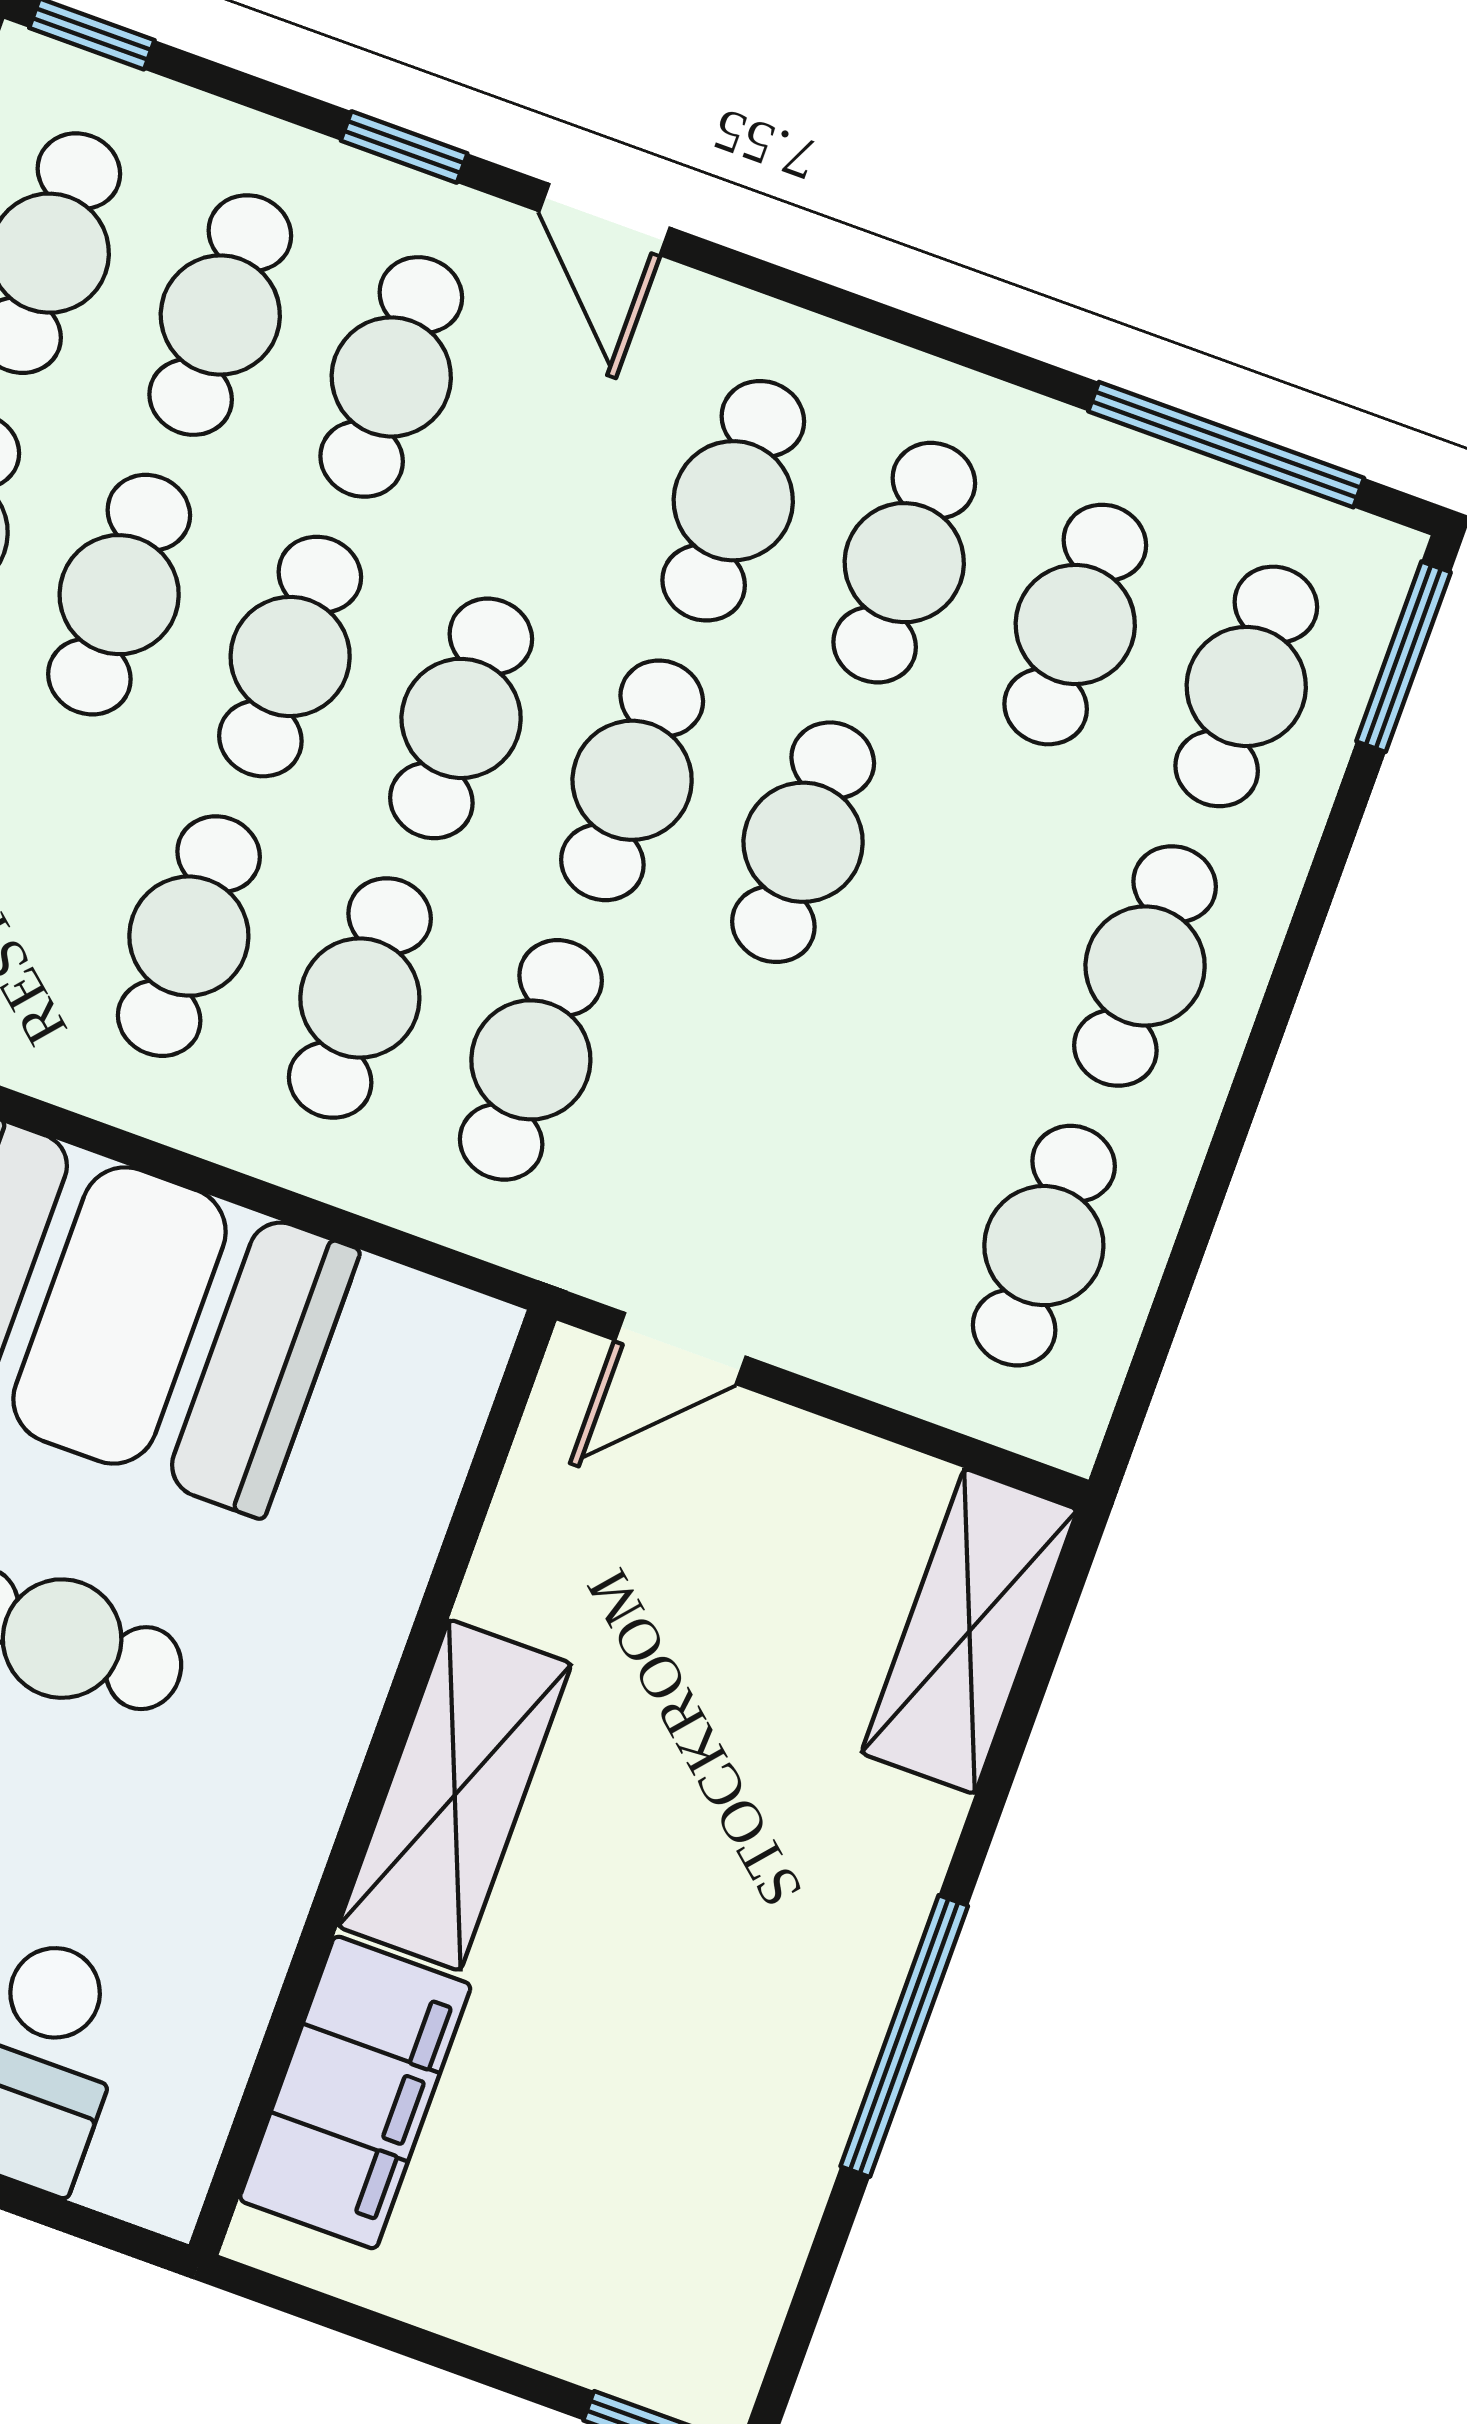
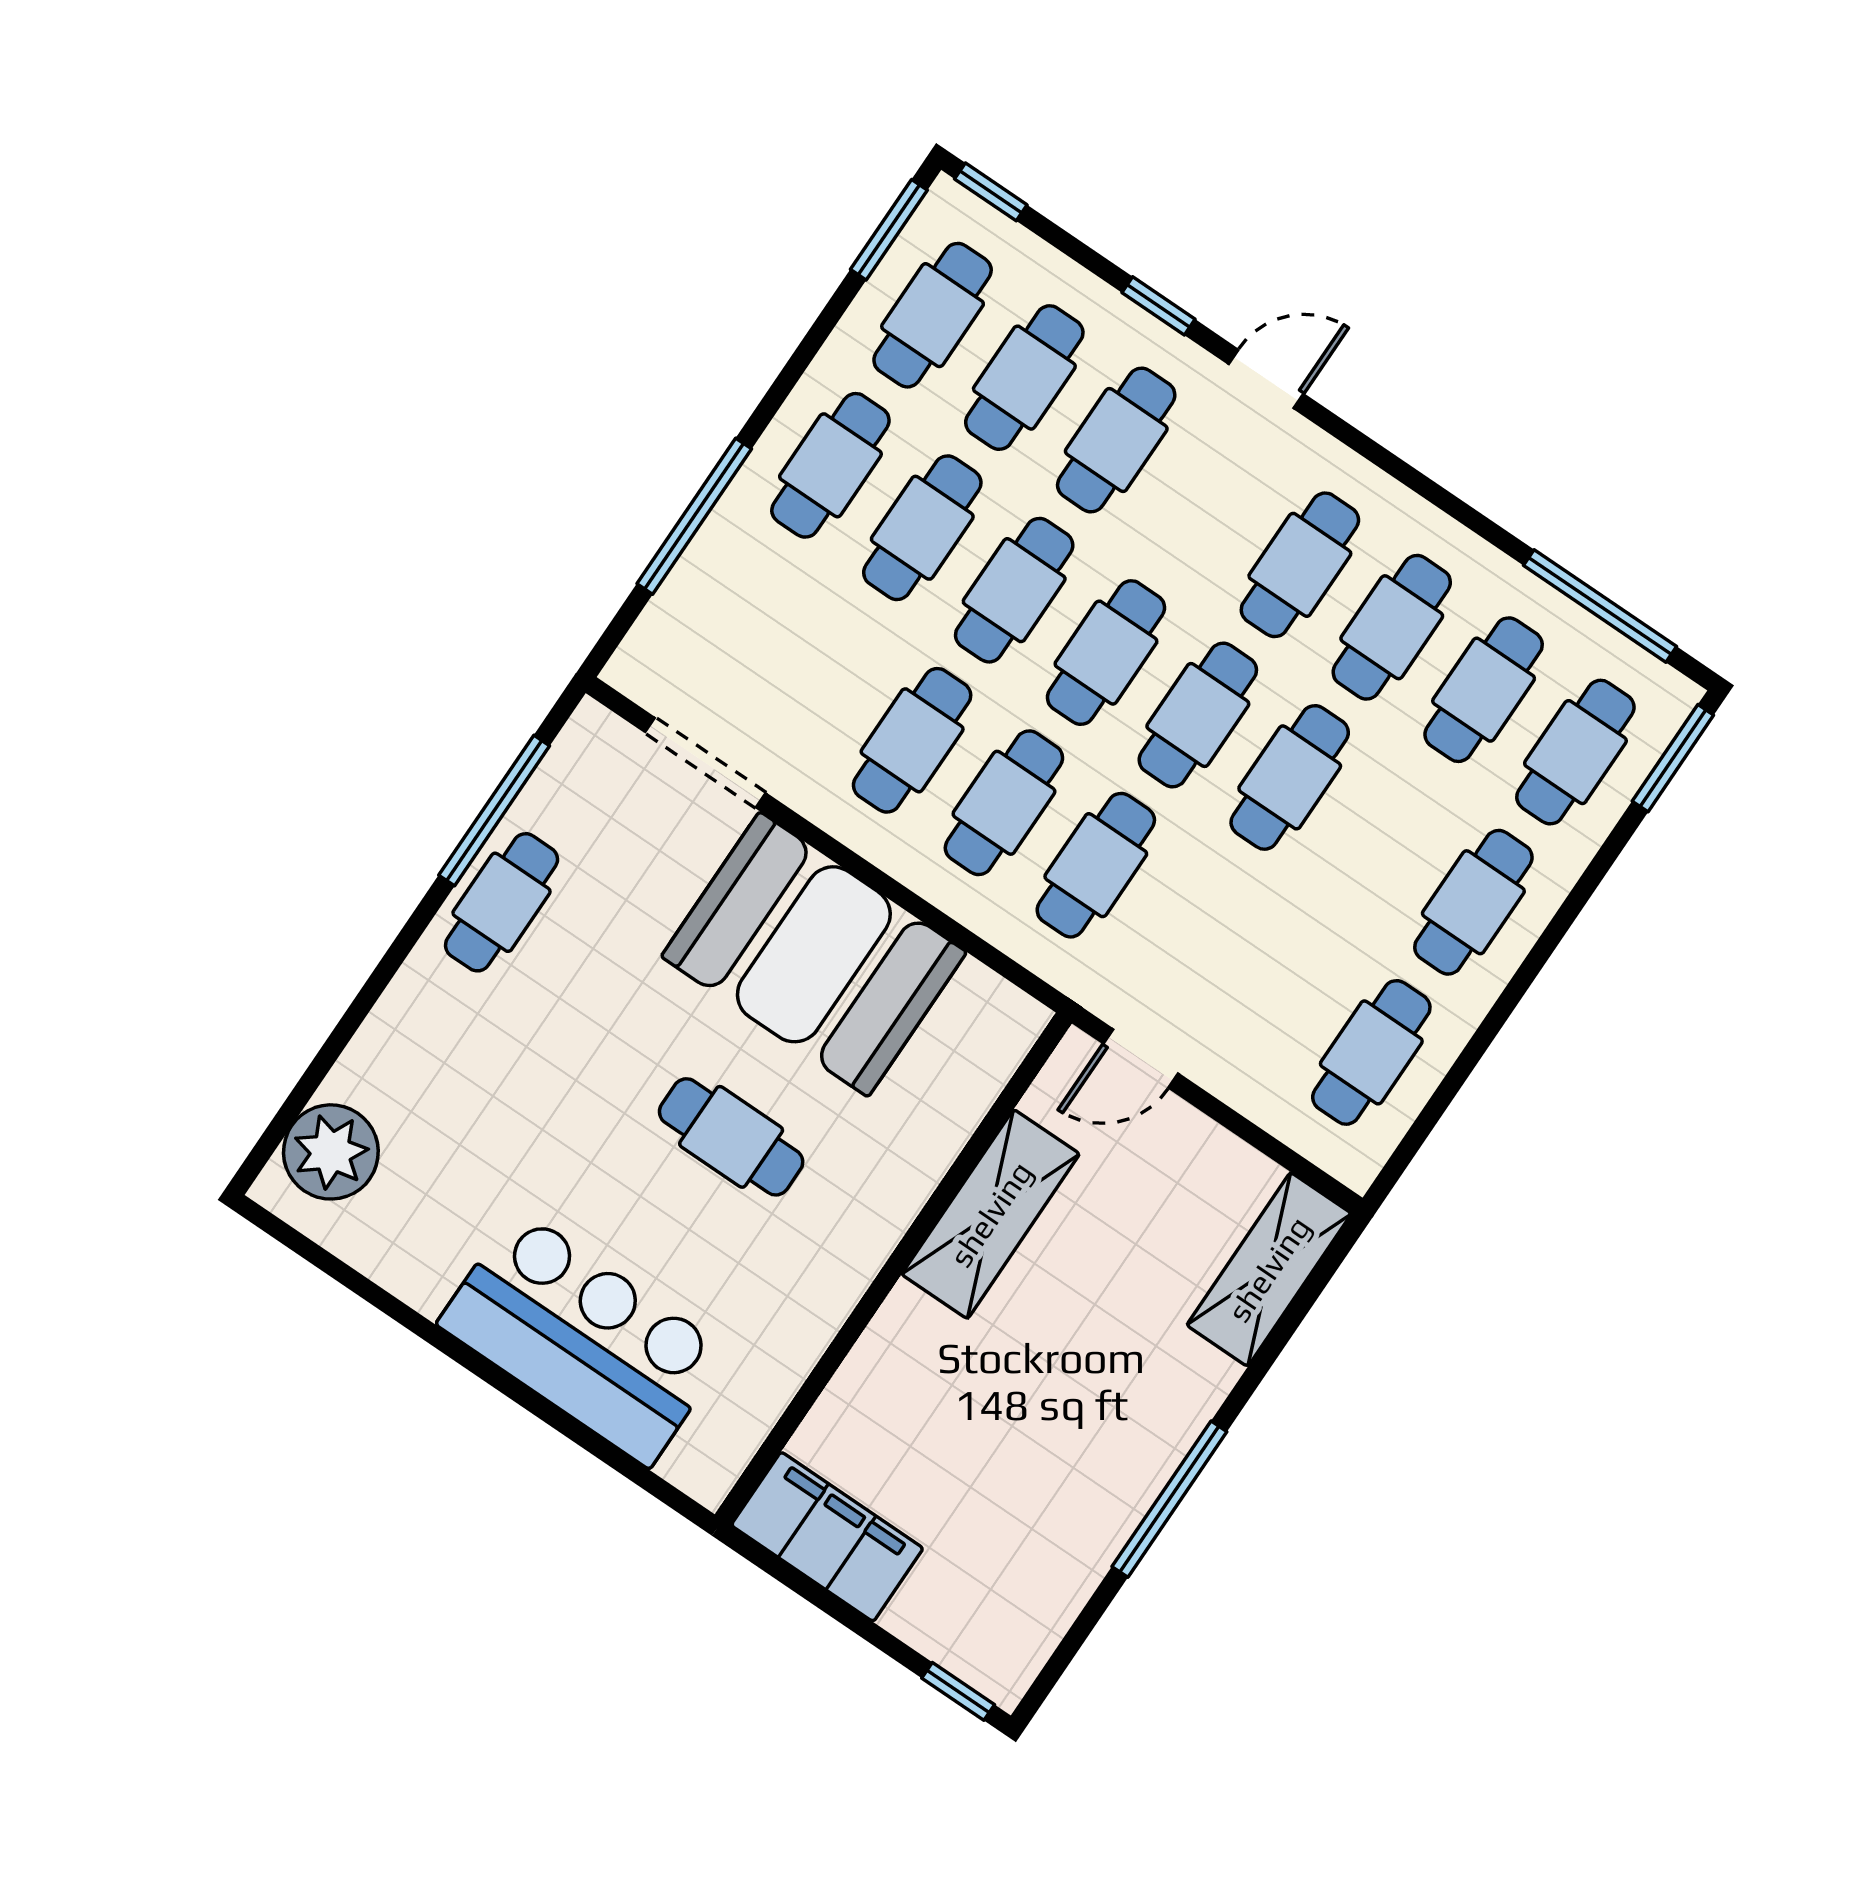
door: (604, 220) -> (1266, 379), swing flipped
shelving: (455, 1795) -> (991, 1214), moved
filing cabinet: (355, 2092) -> (827, 1537), moved, turned -90

